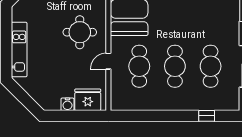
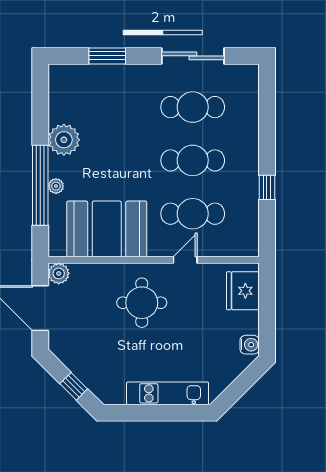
door: (108, 61) -> (185, 260), swing flipped
water cooler: (67, 104) -> (250, 345), moved
window: (207, 116) -> (267, 187), moved

